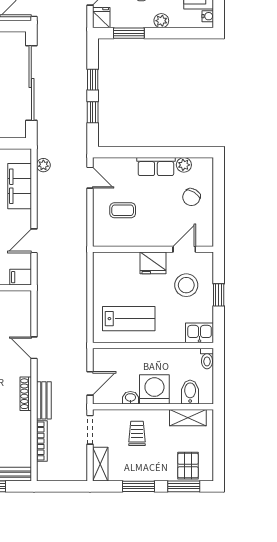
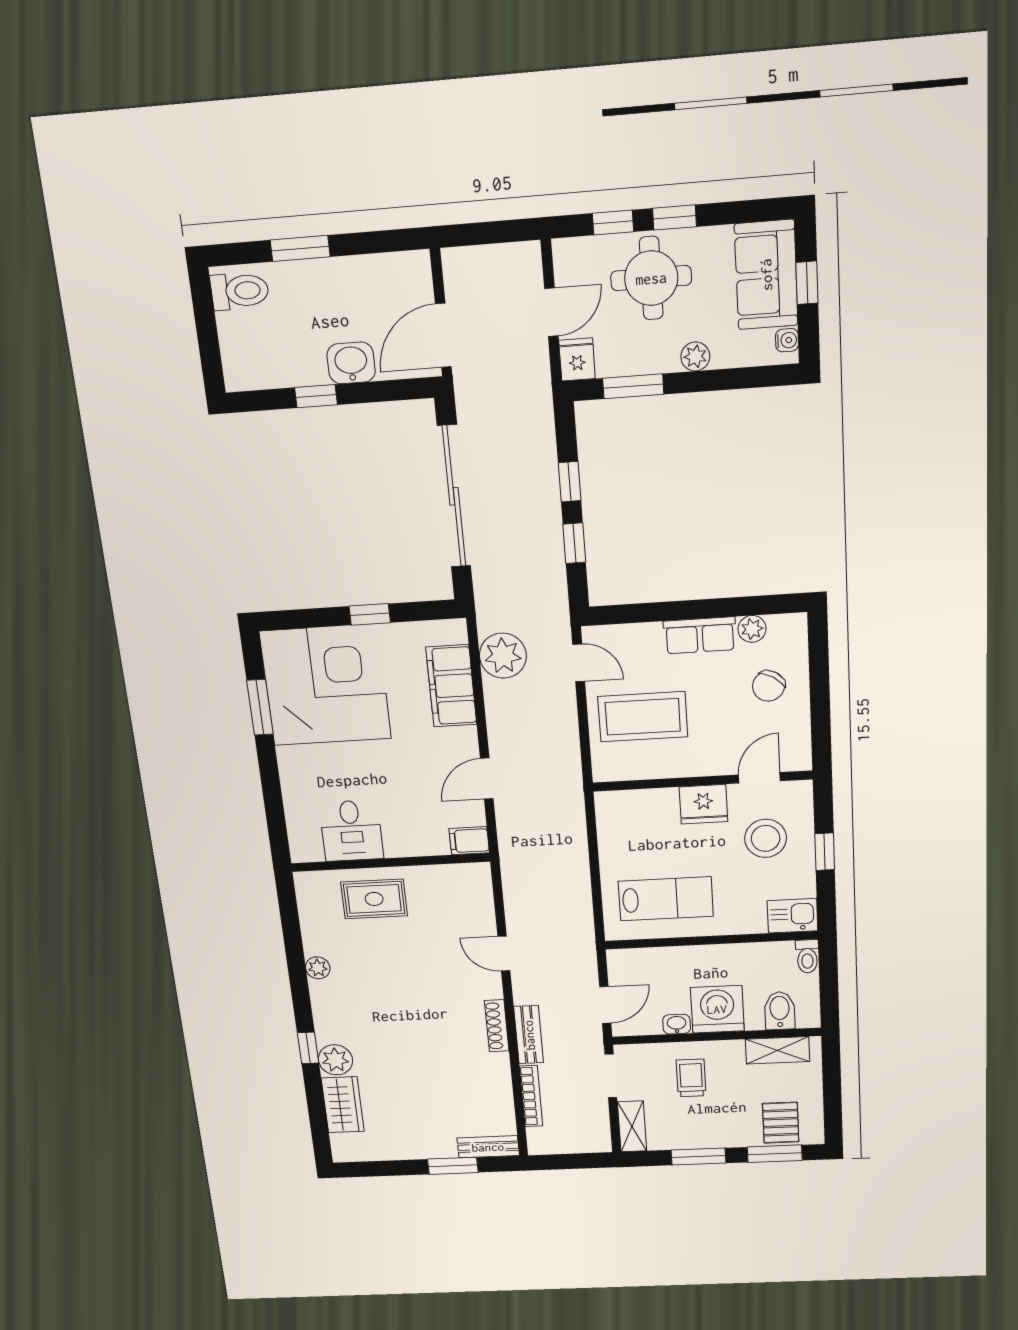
plant: (43, 165) -> (503, 656), width x1.88, depth x1.88
coffee table: (123, 210) -> (643, 717), width x1.86, depth x1.72

